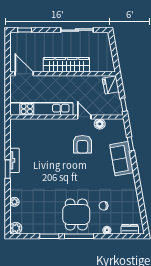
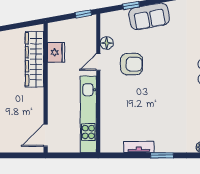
wardrobe: (66, 65) -> (34, 59), moved
fridge: (111, 85) -> (56, 52), moved, turned -80
tv unit: (14, 160) -> (139, 147), moved

